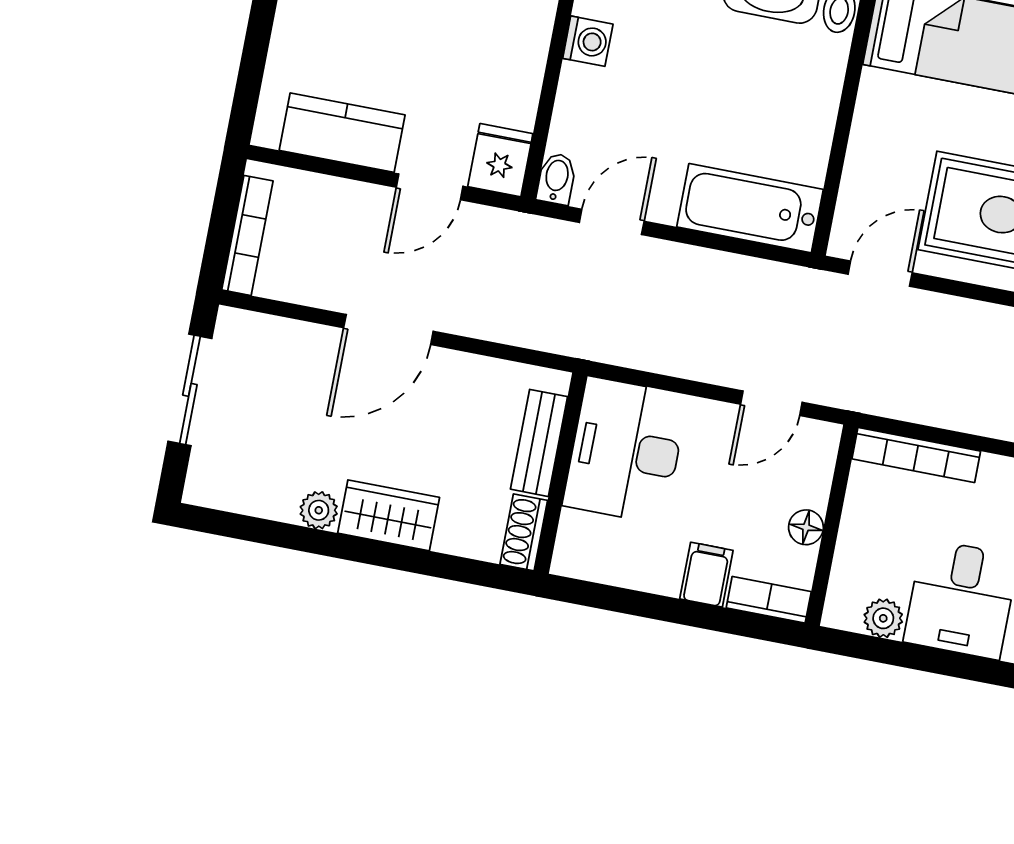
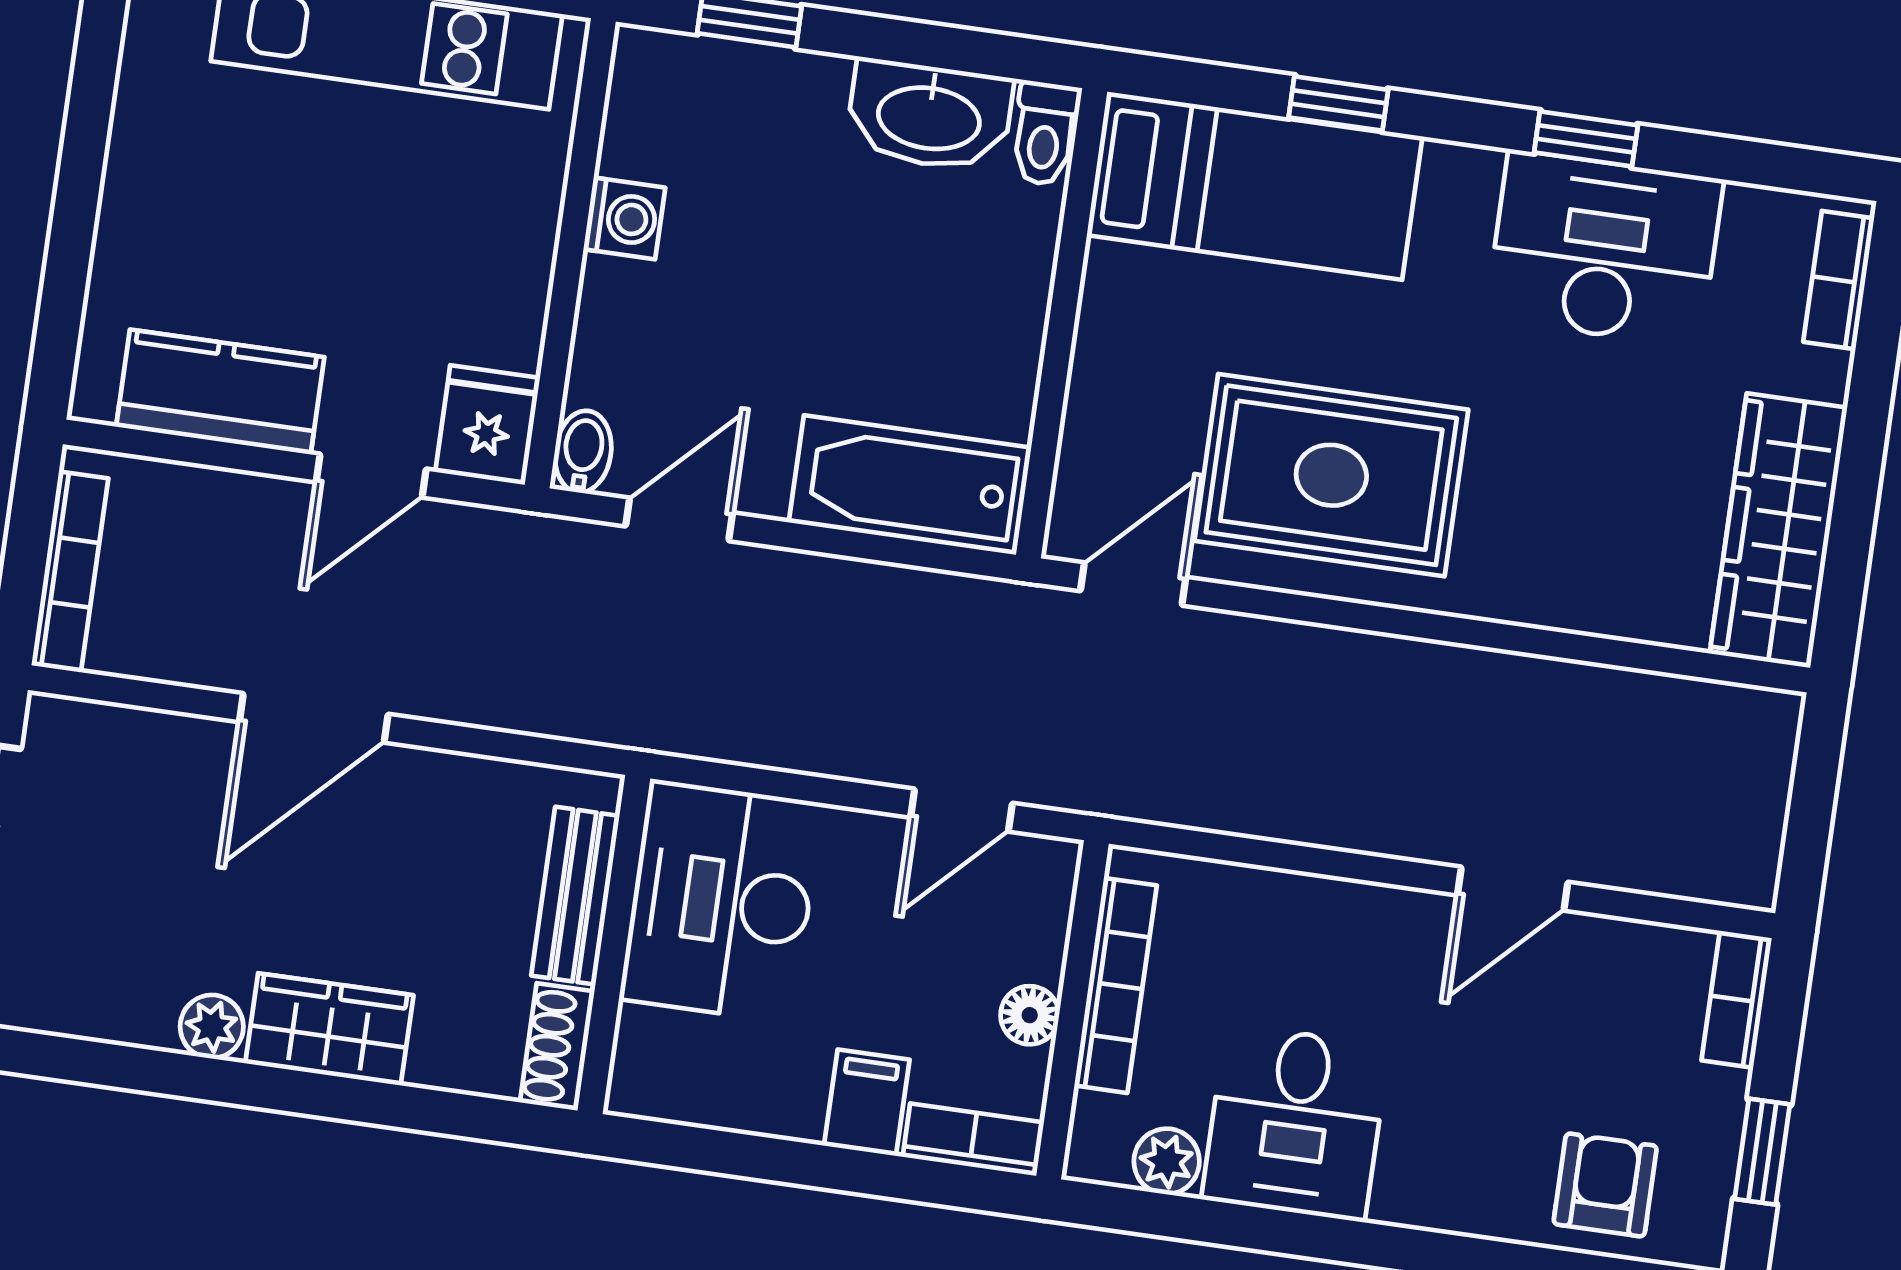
bookcase: (916, 455) -> (1116, 985), moved, turned -90

